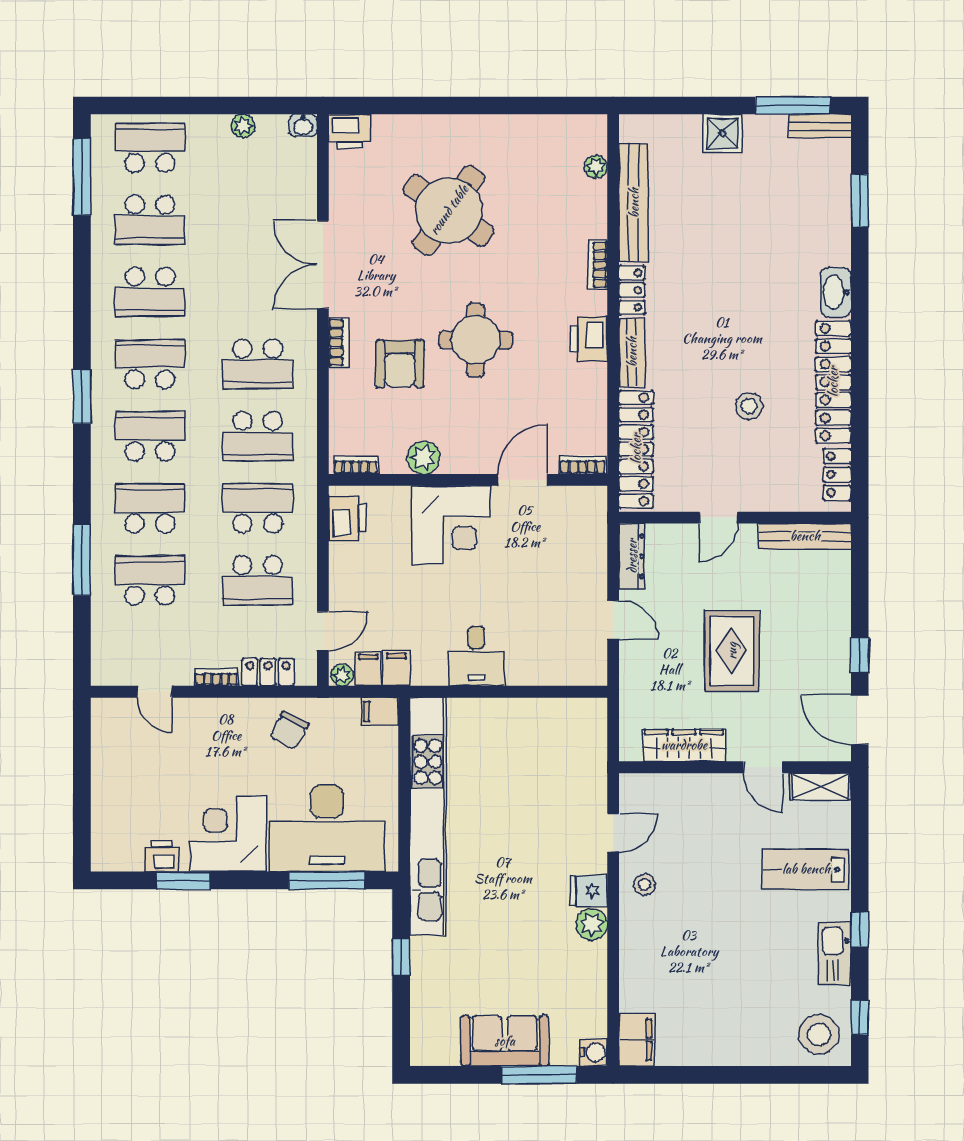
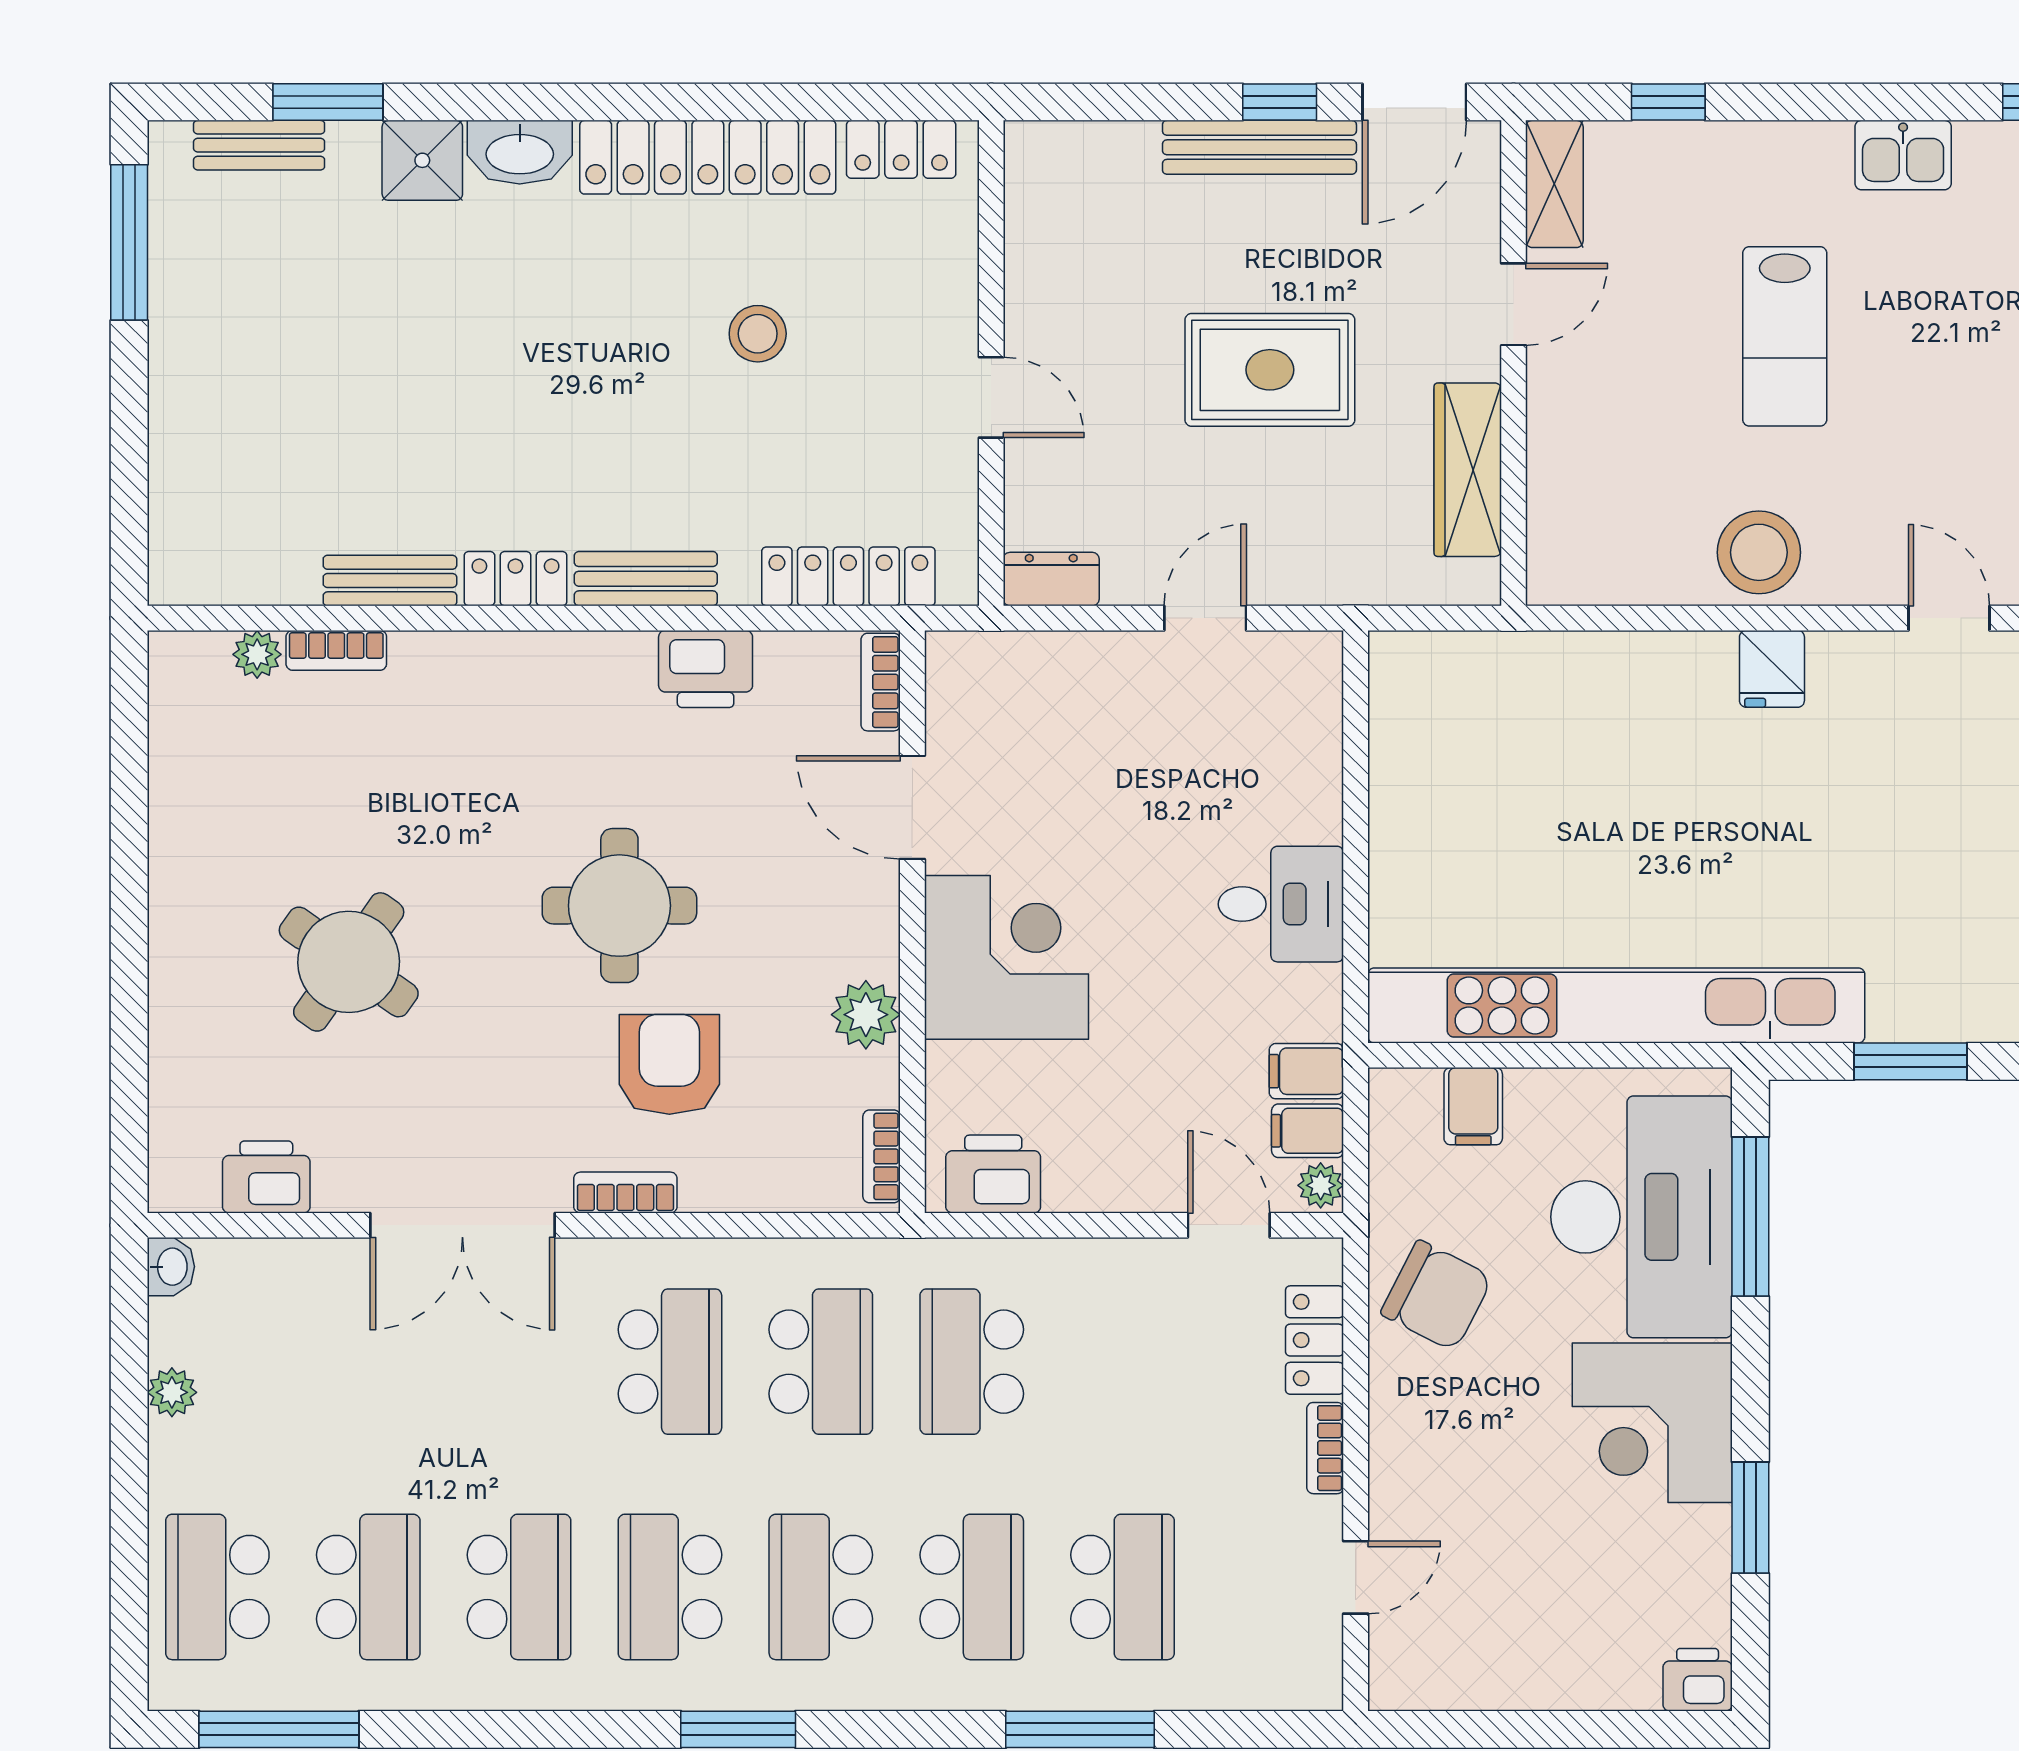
bench: (820, 126) -> (259, 145), moved, turned 90
printer: (350, 131) -> (266, 1177), moved, turned -90
shower: (722, 133) -> (422, 160), moved
bench: (634, 203) -> (390, 581), width x0.54, depth x0.82
round table: (449, 210) -> (349, 962), width x0.73, depth x0.73
bookcase: (598, 265) -> (336, 650), moved
printer: (589, 339) -> (706, 669), moved
armchair: (400, 364) -> (669, 1064), turned -90
locker: (636, 449) -> (848, 576), width x0.71, depth x0.83
school desk: (150, 508) -> (972, 1587), turned 180
bench: (805, 536) -> (1259, 147), moved, turned 90
dresser: (632, 556) -> (1051, 579), width x0.70
school desk: (150, 580) -> (1123, 1587), turned 180
school desk: (258, 580) -> (1123, 1362), removed
filing cabinet: (380, 711) -> (1473, 1106), moved
chair: (289, 730) -> (1436, 1295), width x1.37, depth x1.37
door: (613, 833) -> (1949, 618), moved
printer: (161, 857) -> (1698, 1680), moved, turned 90
lab bench: (806, 869) -> (1785, 336), moved
stool: (644, 884) -> (1759, 552), width x1.89, depth x1.89
plant: (592, 924) -> (1842, 663), removed
window: (860, 930) -> (1668, 102), moved
kitchen sink: (834, 953) -> (1903, 155), width x0.73
window: (401, 957) -> (1910, 1061), width x1.50

